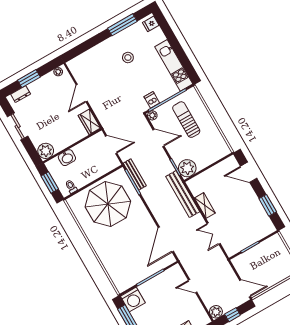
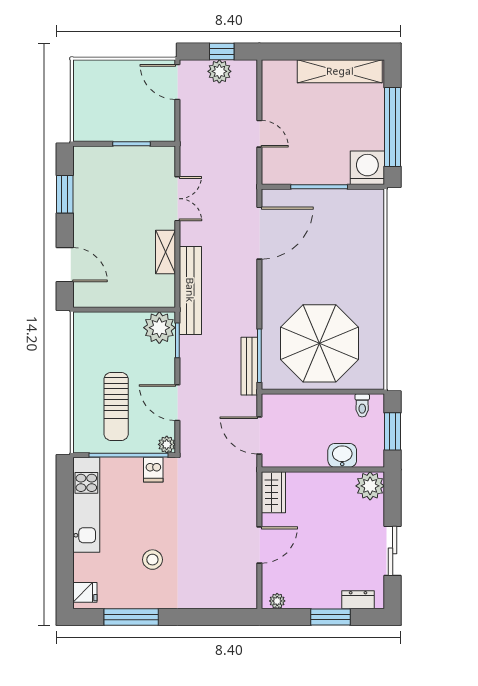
plant: (216, 312) -> (219, 71), moved

